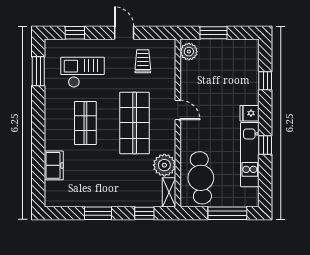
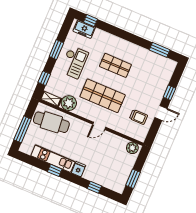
window: (75, 33) -> (169, 93), moved
window: (214, 33) -> (133, 179), moved
checkout: (83, 72) -> (74, 62), moved
freezer: (54, 165) -> (84, 29), moved
window: (38, 183) -> (91, 21), added

